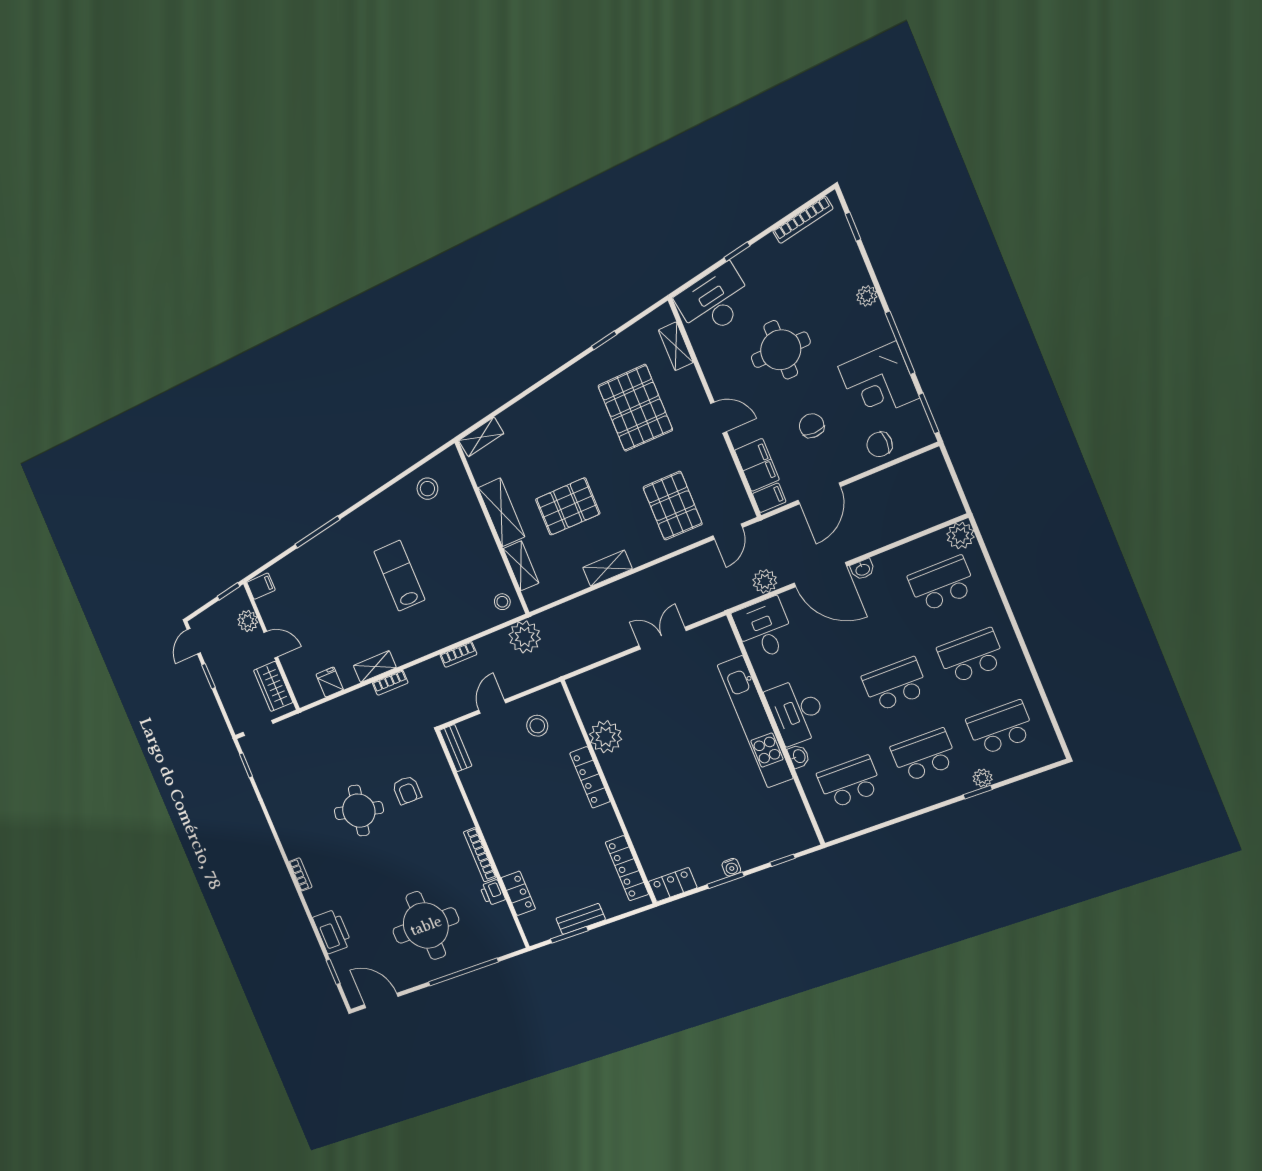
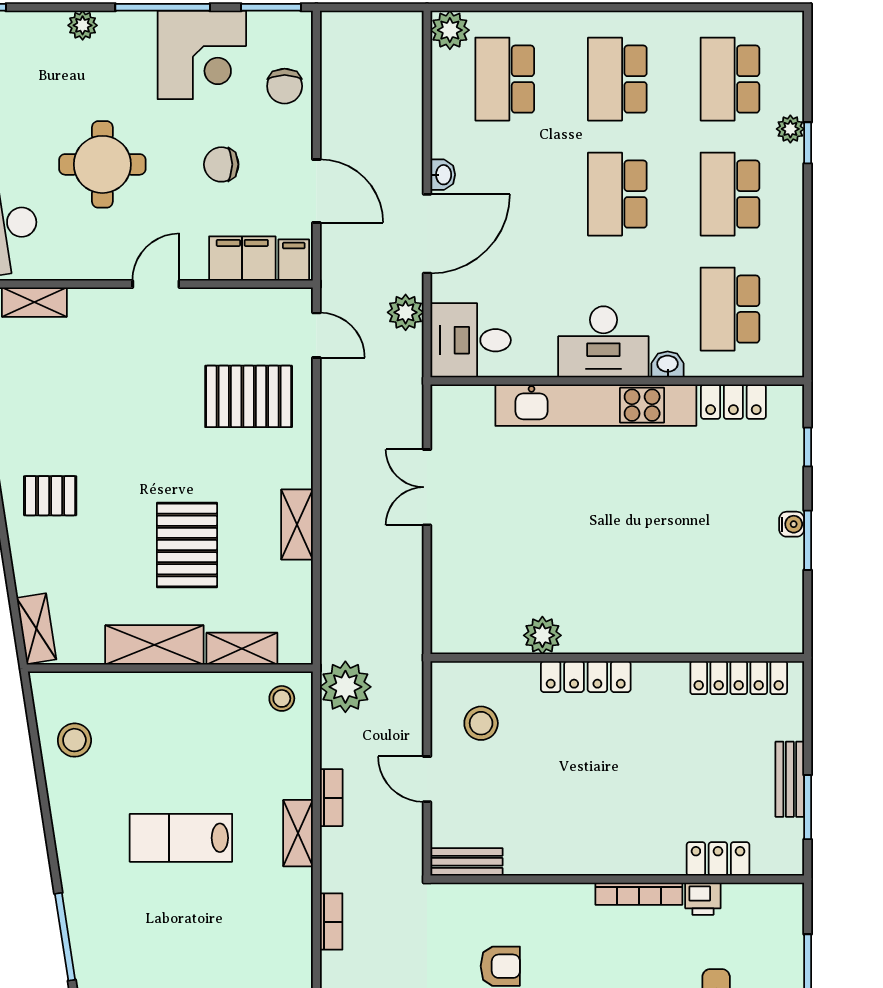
pallet: (635, 408) -> (50, 496), moved, width x0.49, depth x0.50
shelving: (375, 667) -> (298, 833), moved
plant: (606, 737) -> (542, 635), width x0.73, depth x0.73
locker: (673, 885) -> (733, 402), moved, turned -90

